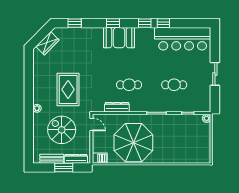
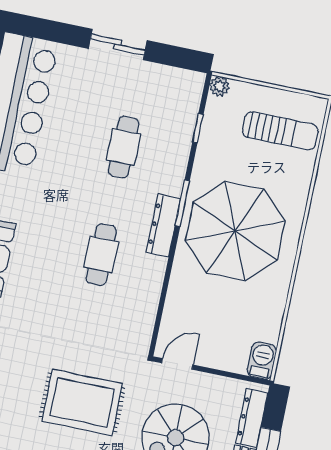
dresser: (117, 107) -> (163, 226), moved
parasol: (133, 143) -> (235, 231), moved
sun lounger: (194, 146) -> (280, 131), added

